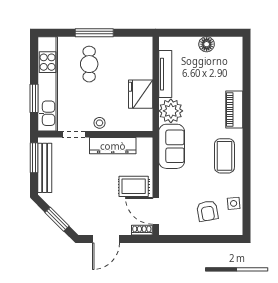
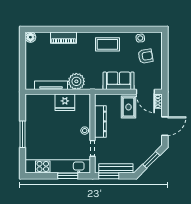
floor lamp: (207, 44) -> (30, 37), moved
cafe table: (89, 64) -> (44, 138), removed
piano: (234, 110) -> (64, 38), moved
sofa: (172, 146) -> (119, 81), moved
door: (156, 211) -> (145, 92), hinge flipped
door: (106, 239) -> (165, 126), hinge flipped

